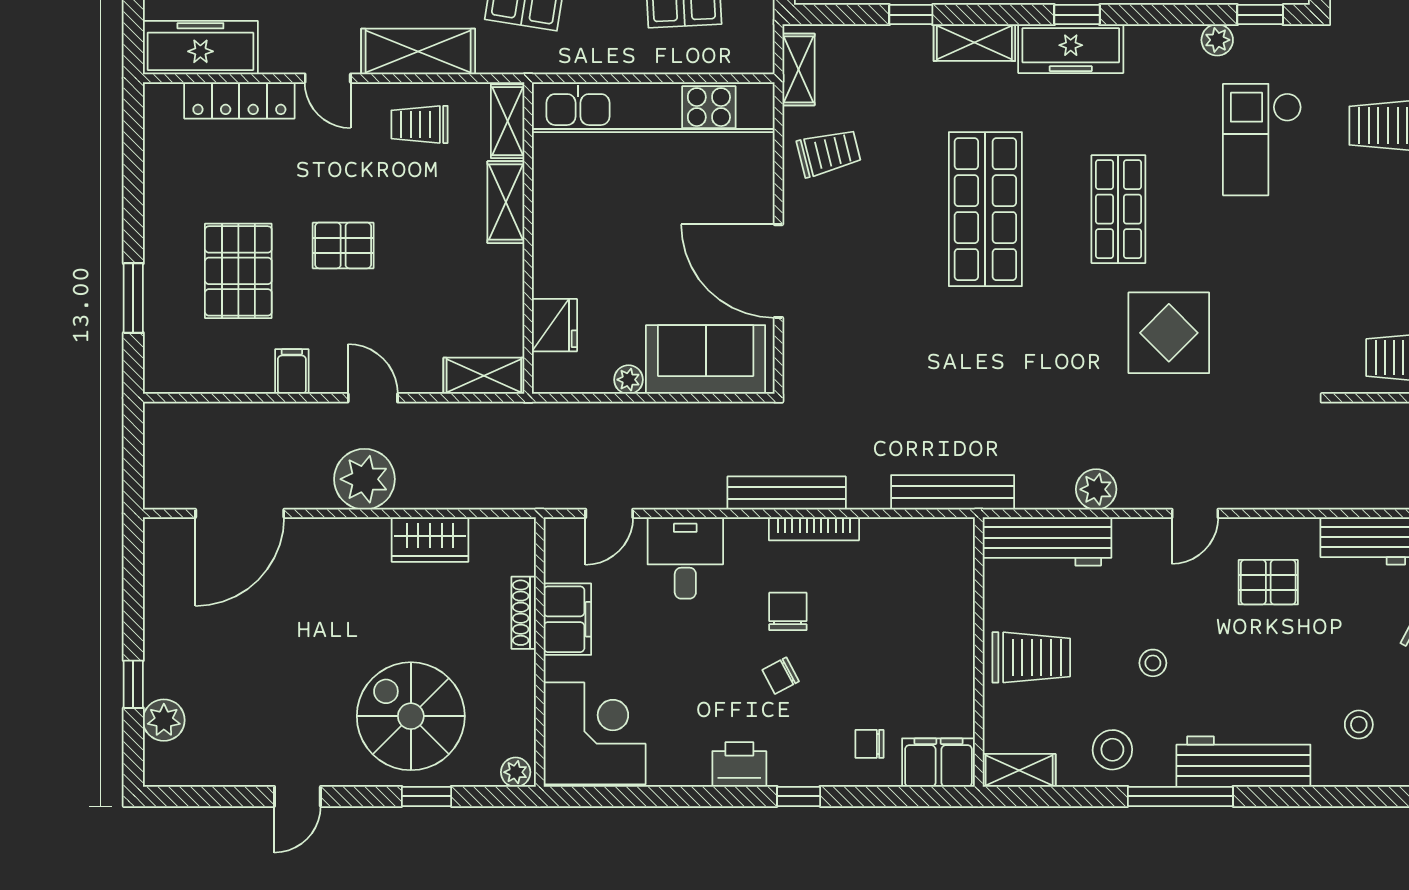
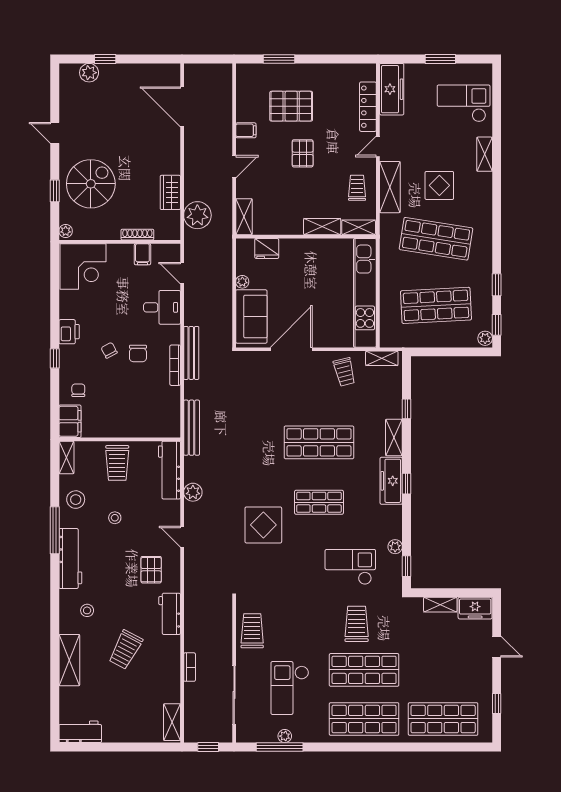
plant: (364, 479) -> (197, 215), moved
chair: (788, 611) -> (138, 354), turned 90
filing cabinet: (567, 619) -> (142, 254), width x0.50

